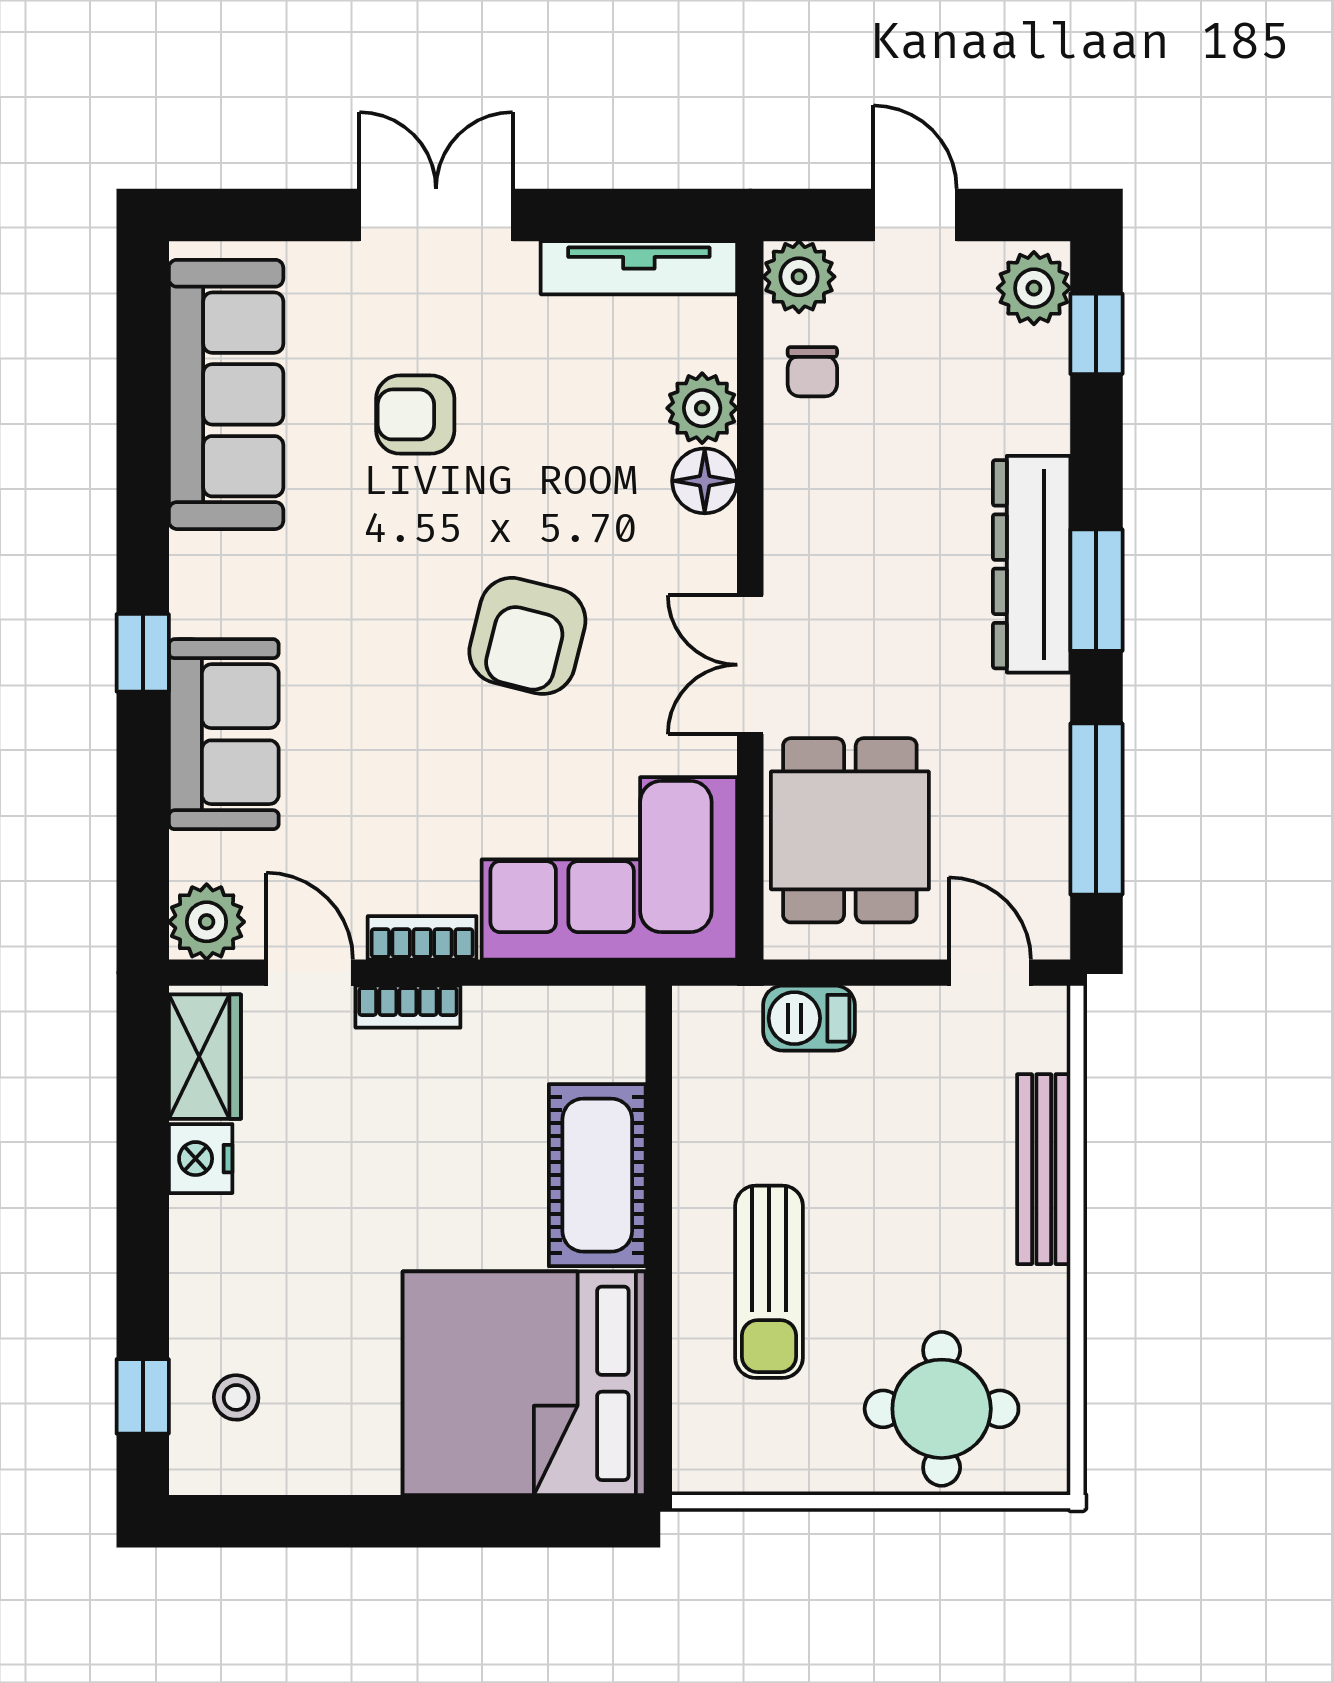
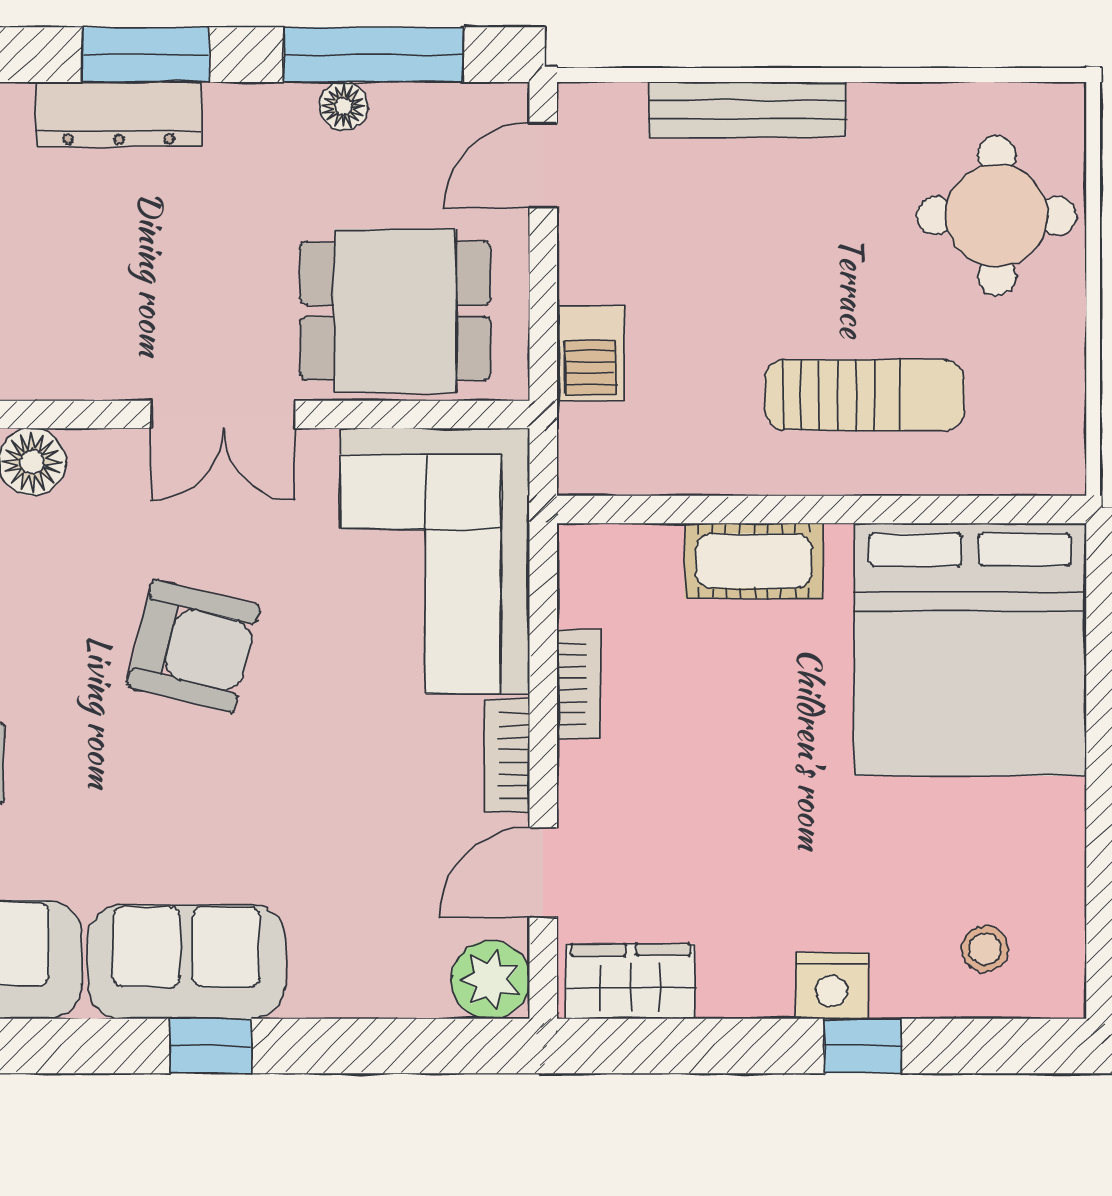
dresser: (1032, 564) -> (119, 114), width x0.73, depth x0.80
sofa: (224, 734) -> (186, 962), moved
floor lamp: (1047, 780) -> (343, 106), added
bookcase: (408, 1007) -> (579, 684), moved
nightstand: (201, 1159) -> (831, 986), moved
cot: (597, 1175) -> (754, 561), width x0.73, depth x0.75
window: (143, 1396) -> (863, 1046), moved

